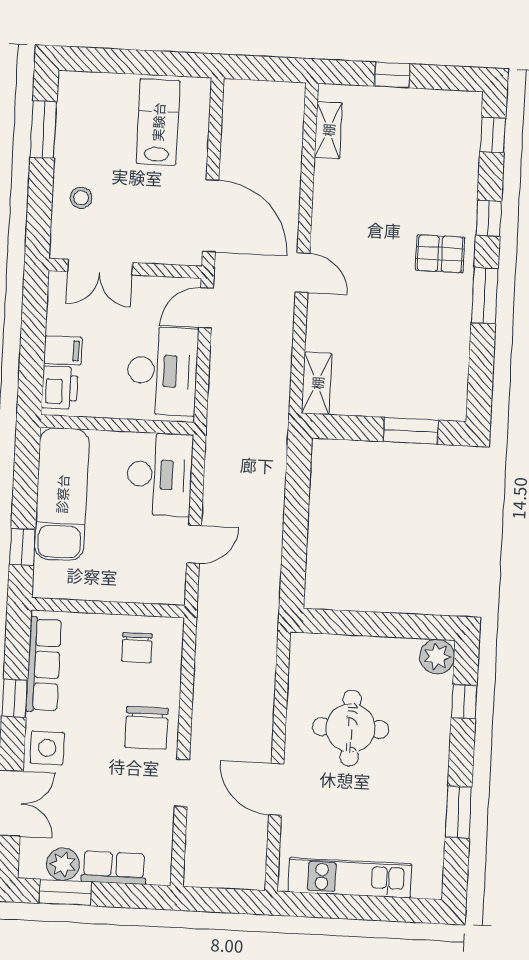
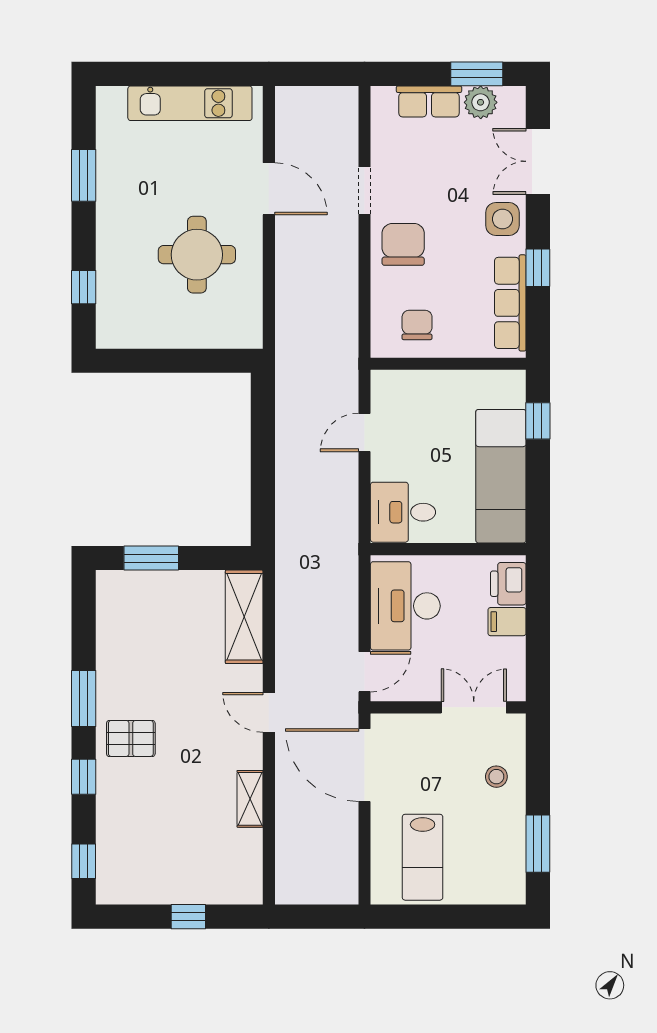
shelving: (328, 130) -> (250, 799), moved
shelving: (317, 383) -> (244, 617), width x1.50, depth x1.33
desk: (160, 475) -> (403, 512), width x0.73
plant: (437, 657) -> (113, 331), removed

